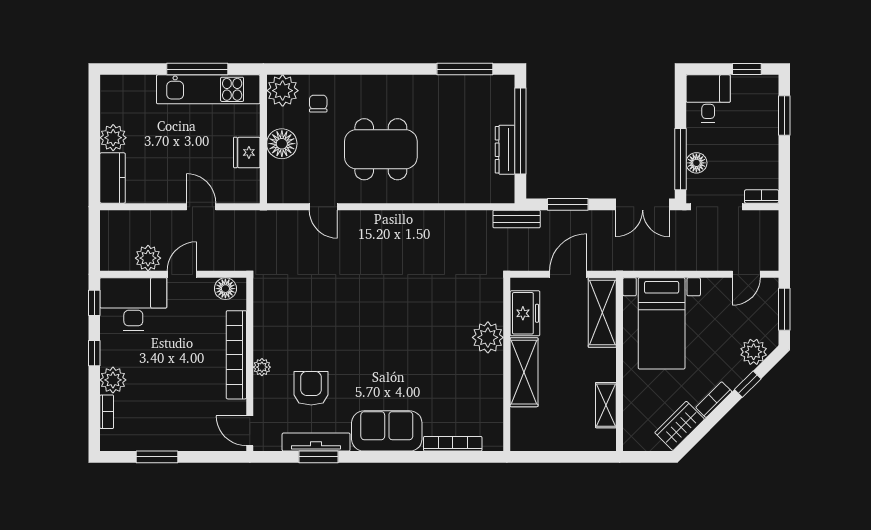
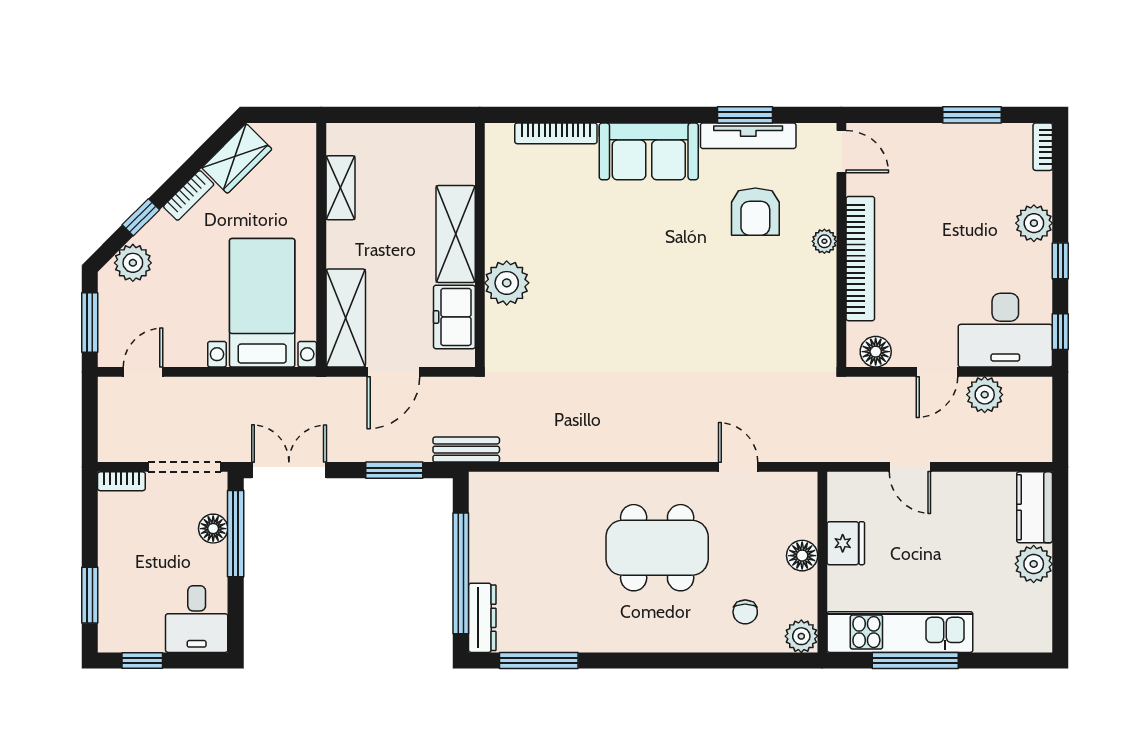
plant: (283, 91) -> (801, 636), width x0.73, depth x0.73
floor lamp: (282, 144) -> (802, 556), width x0.73, depth x0.73
dresser: (505, 150) -> (482, 618), moved
bookcase: (107, 412) -> (1043, 147), moved

